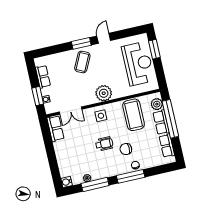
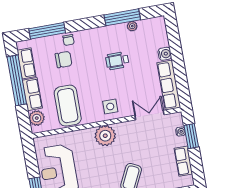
window: (170, 119) -> (17, 80), moved
row of seats: (56, 128) -> (169, 85), width x1.48
wheelchair: (104, 144) -> (117, 61), moved
chair: (126, 149) -> (64, 60), moved
window: (131, 176) -> (47, 31), moved
water cooler: (67, 182) -> (165, 54), moved

